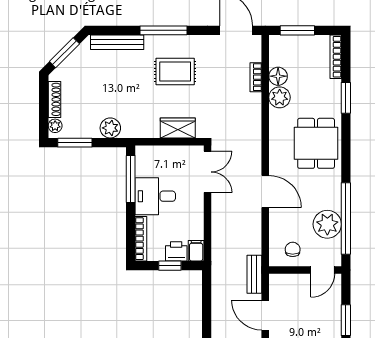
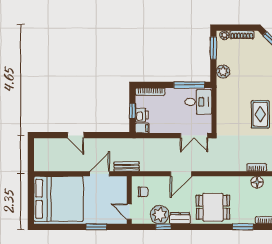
plant: (280, 97) -> (243, 183), removed
wardrobe: (178, 128) -> (223, 116), removed
dresser: (333, 193) -> (180, 218), added
desk: (155, 196) -> (198, 102), moved, turned 90
window: (346, 218) -> (163, 227), width x0.32

